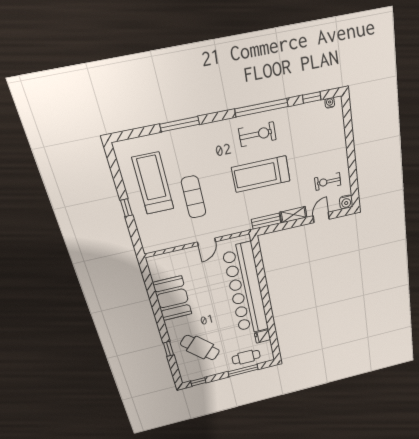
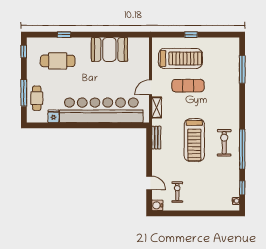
window: (180, 124) -> (242, 70), moved
exercise bike: (257, 134) -> (224, 143), turned 180
treadmill: (261, 174) -> (194, 140), turned 180
treadmill: (153, 183) -> (180, 58), moved
shelving: (293, 215) -> (157, 107), moved
door: (206, 242) -> (151, 87), hinge flipped
cafe table: (200, 348) -> (58, 61), turned 46

